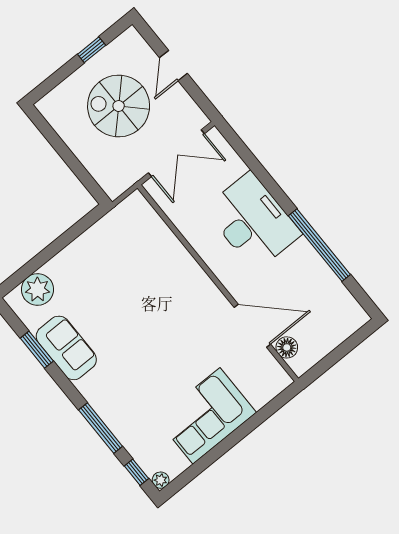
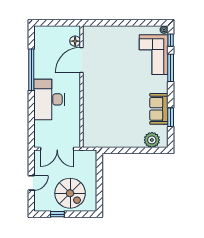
spiral stairs: (119, 106) -> (70, 193), moved
double door: (176, 153) -> (57, 149), swing flipped
door: (252, 326) -> (81, 60), hinge flipped
corner sofa: (206, 416) -> (154, 55), moved, turned 90

